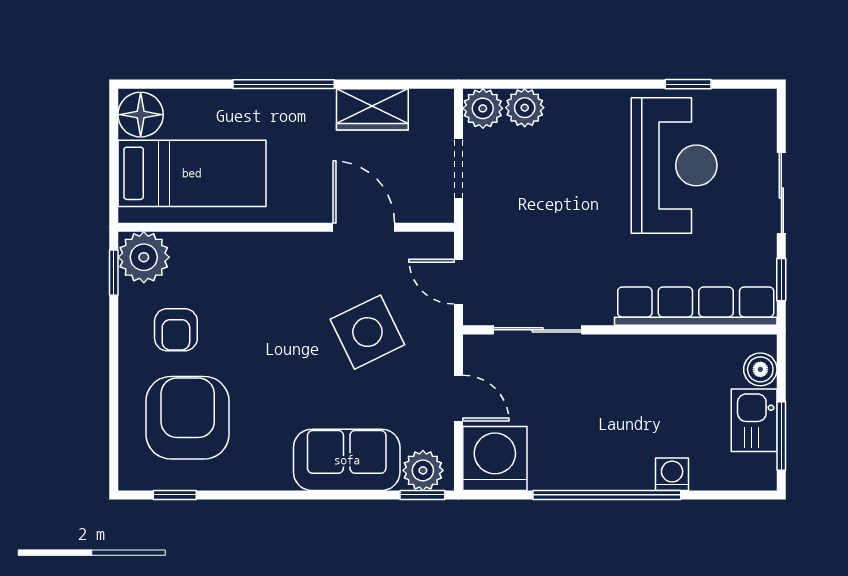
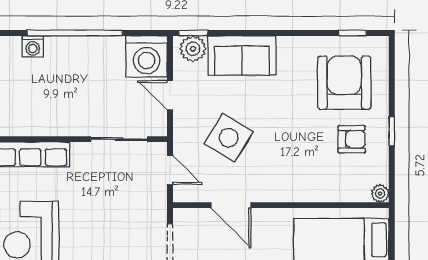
plant: (144, 257) -> (380, 194), width x0.53, depth x0.53
window: (114, 273) -> (392, 131), moved
armchair: (176, 330) -> (352, 139), turned 90
side table: (367, 332) -> (229, 138), turned -33
armchair: (188, 418) -> (344, 83), turned 180

